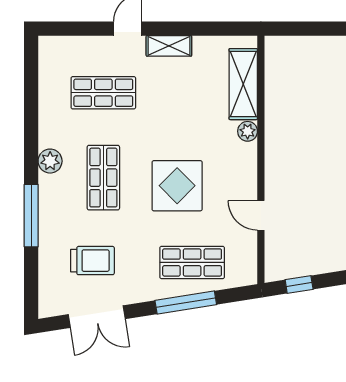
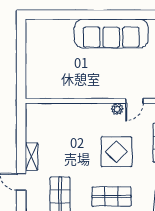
shelving: (243, 84) -> (55, 112), removed
plant: (248, 131) -> (117, 109), moved

